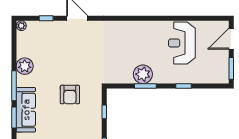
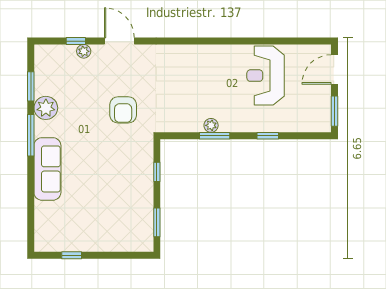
plant: (21, 26) -> (84, 51), moved
plant: (143, 74) -> (211, 125), width x0.53, depth x0.53
armchair: (70, 95) -> (123, 110), moved
window: (14, 118) -> (31, 86), moved

